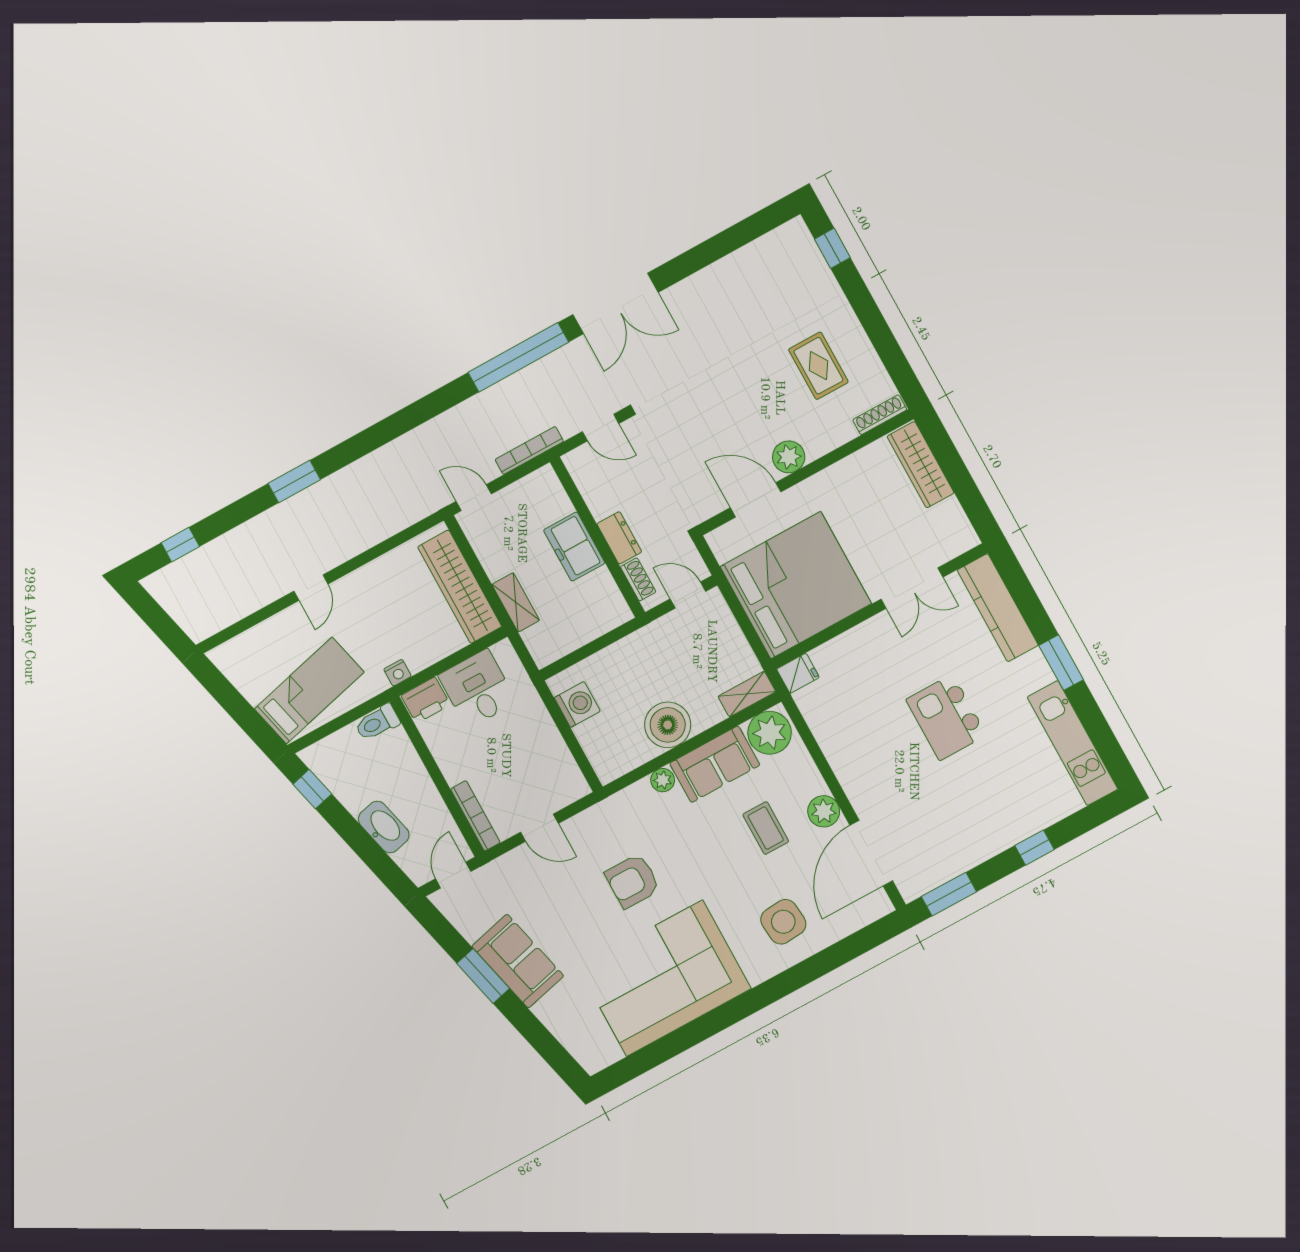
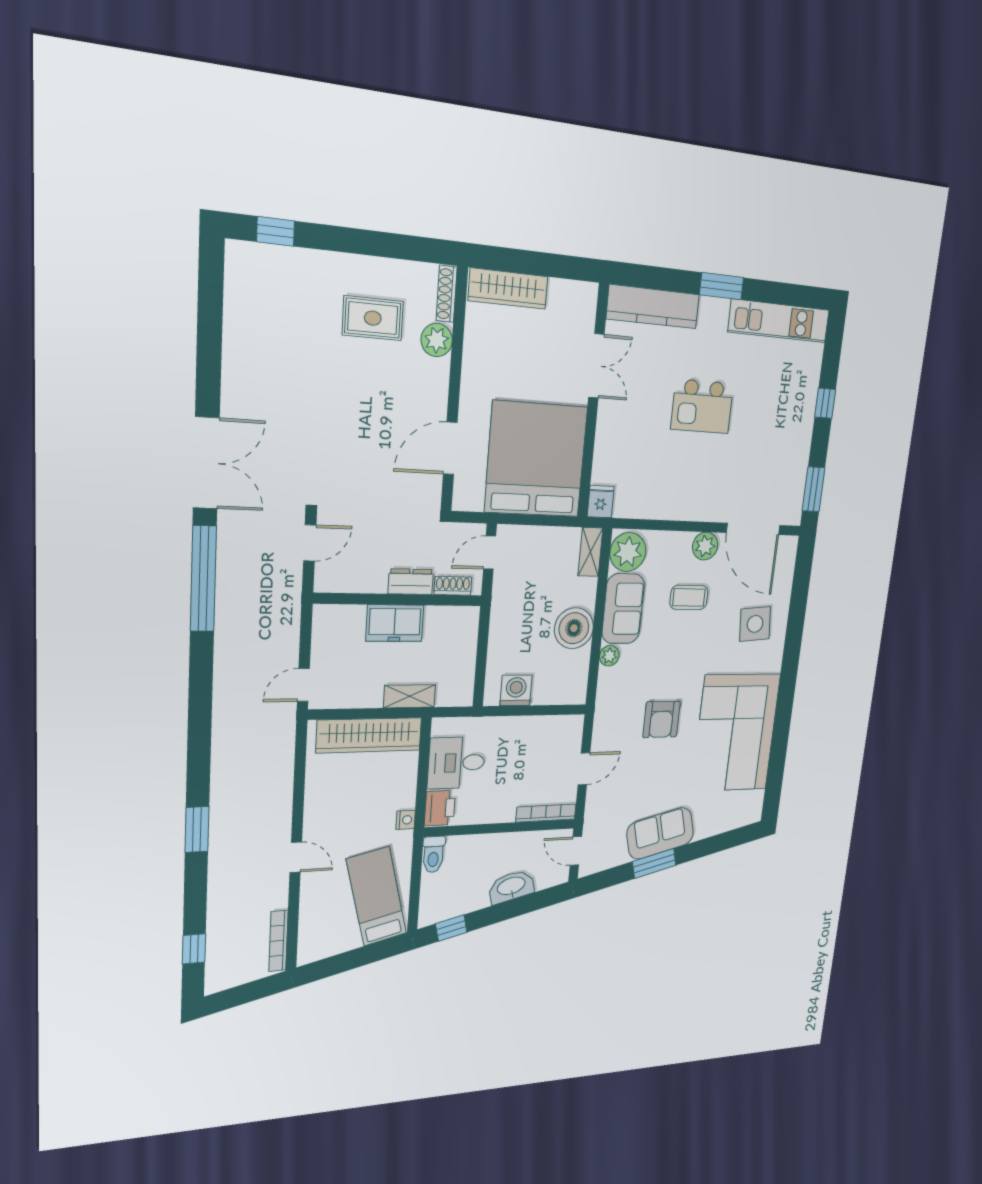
bookcase: (529, 450) -> (278, 941), moved
plant: (789, 457) -> (437, 340), moved

